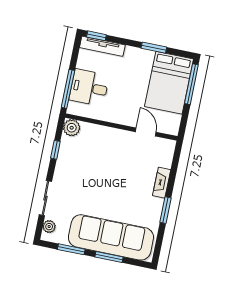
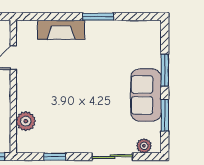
plant: (72, 128) -> (26, 121), moved
fireplace: (162, 183) -> (61, 30), width x1.37, depth x1.32
sofa: (111, 237) -> (146, 95), width x0.54, depth x0.79

